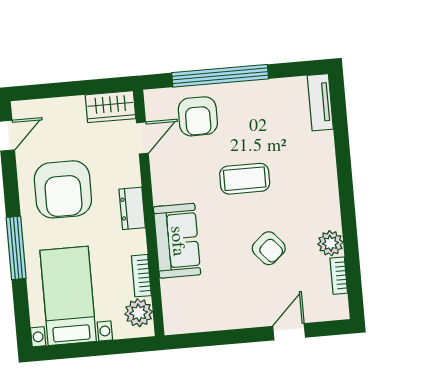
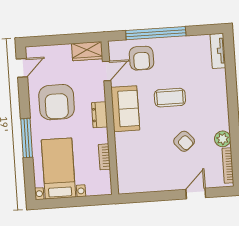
sofa: (177, 241) -> (125, 109), moved
bookcase: (339, 276) -> (228, 165), width x1.56
plant: (139, 313) -> (102, 180), removed

